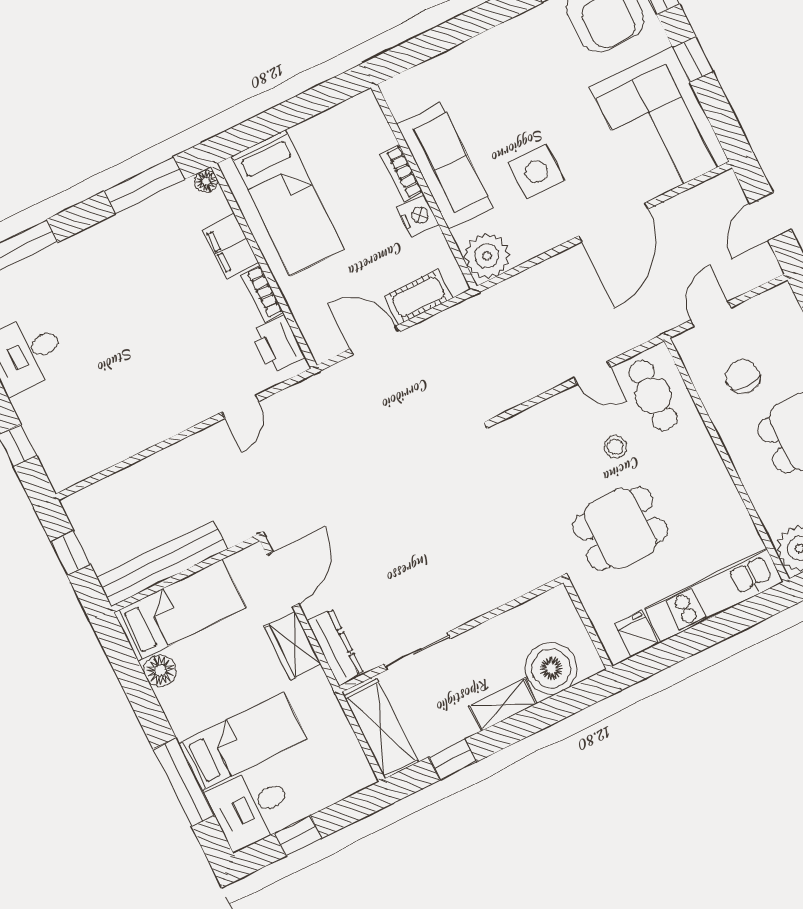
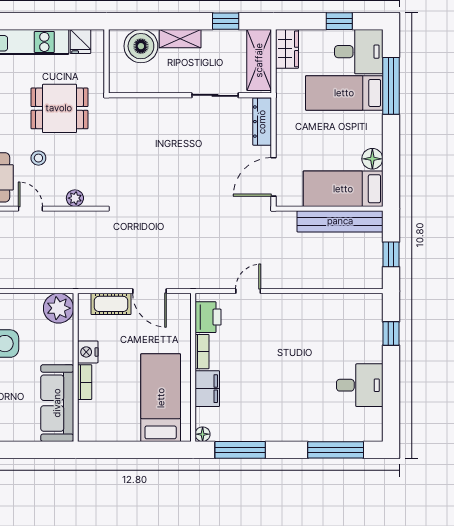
sofa: (445, 166) -> (57, 403), moved
plant: (539, 417) -> (75, 198), added
wardrobe: (293, 646) -> (287, 49), moved

